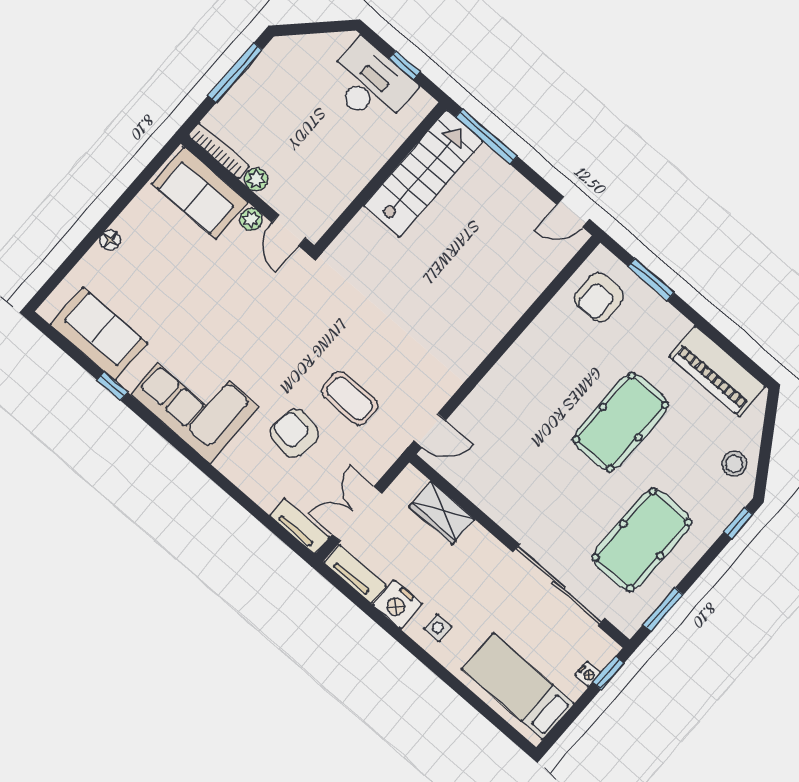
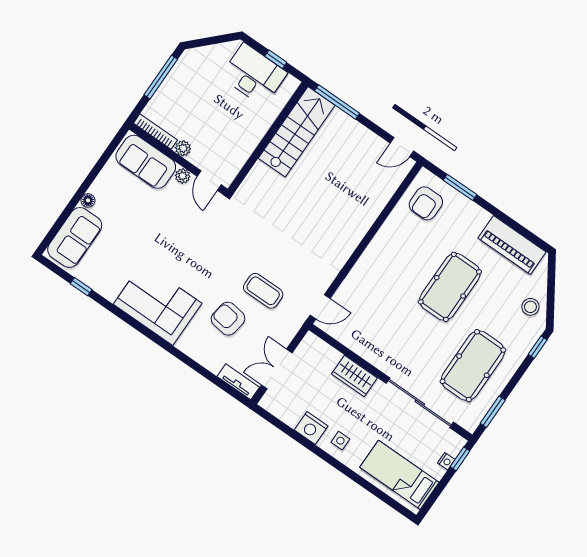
sofa: (99, 334) -> (75, 237), moved, turned 90
window: (112, 386) -> (81, 287), moved
wardrobe: (442, 513) -> (354, 376), moved
tv unit: (355, 574) -> (280, 410), removed

